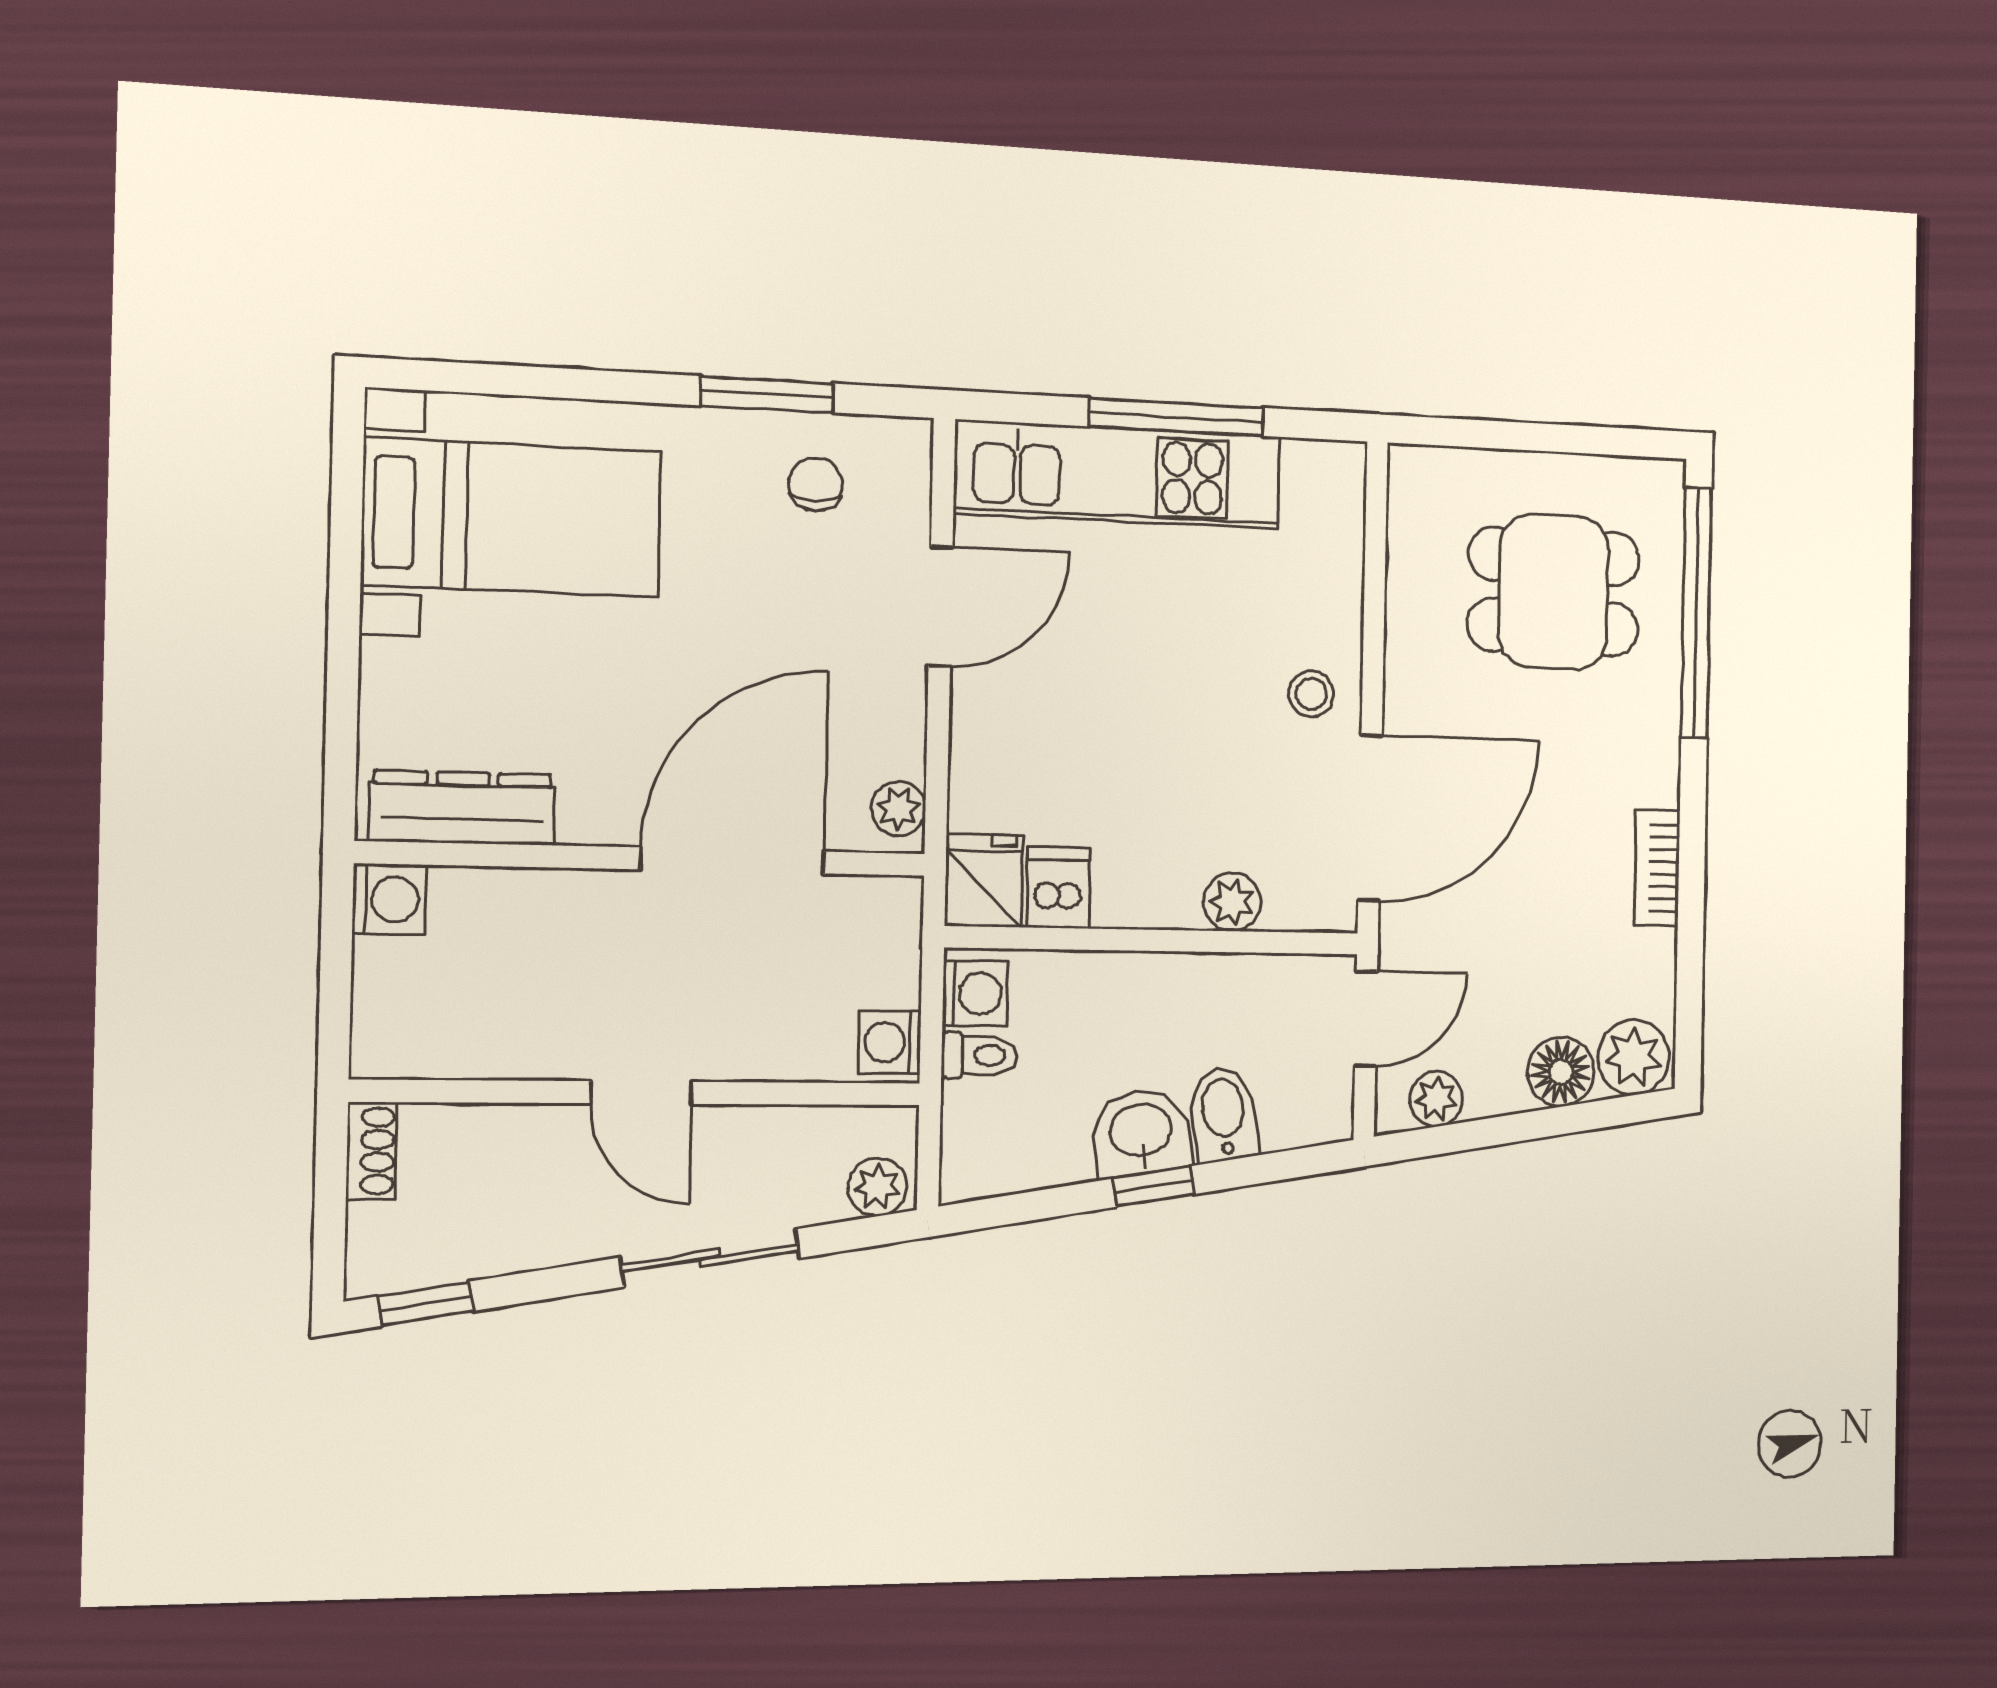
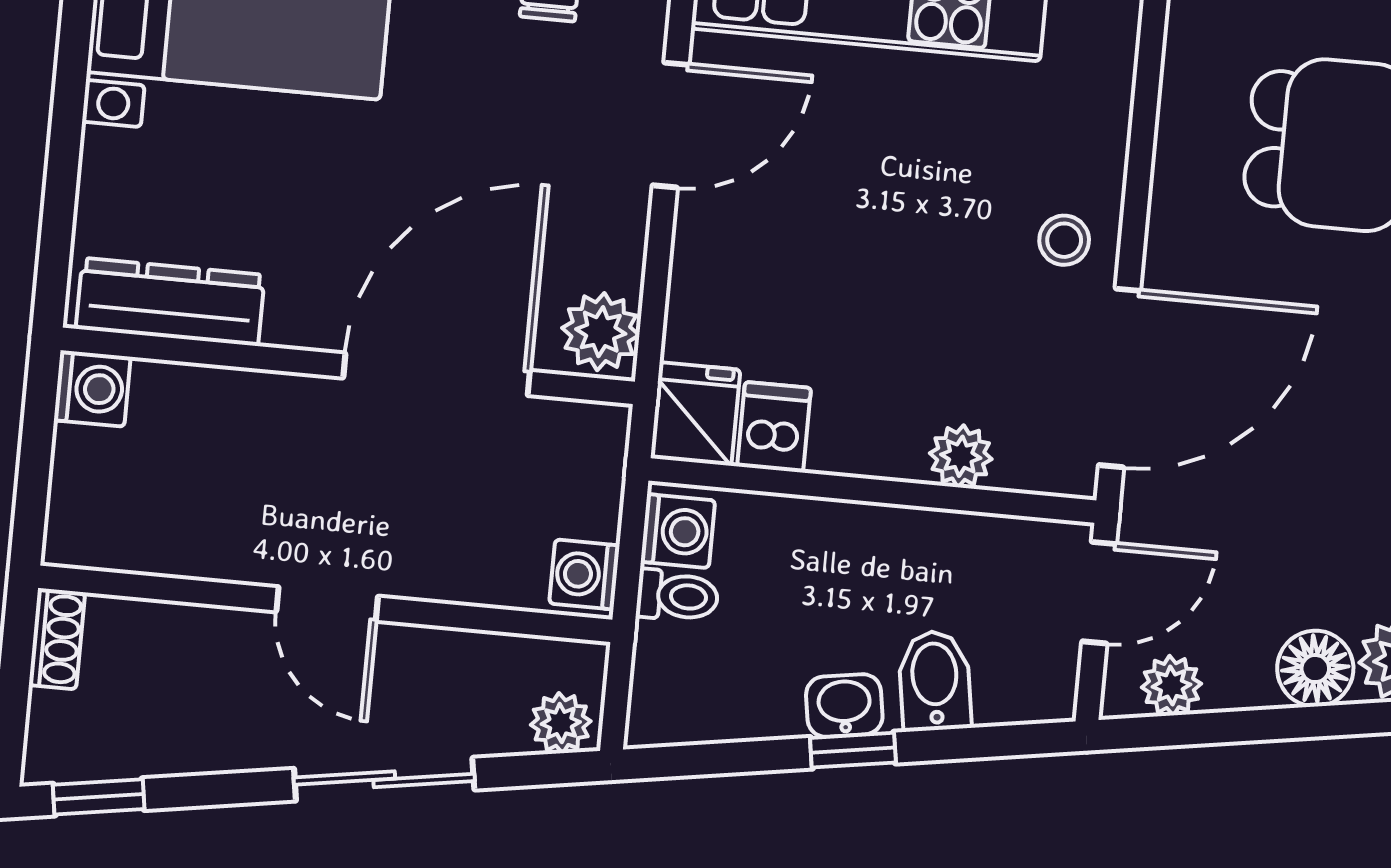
plant: (898, 809) -> (601, 332), width x1.38, depth x1.38
washbasin: (1141, 1132) -> (844, 705), width x0.72, depth x0.69

